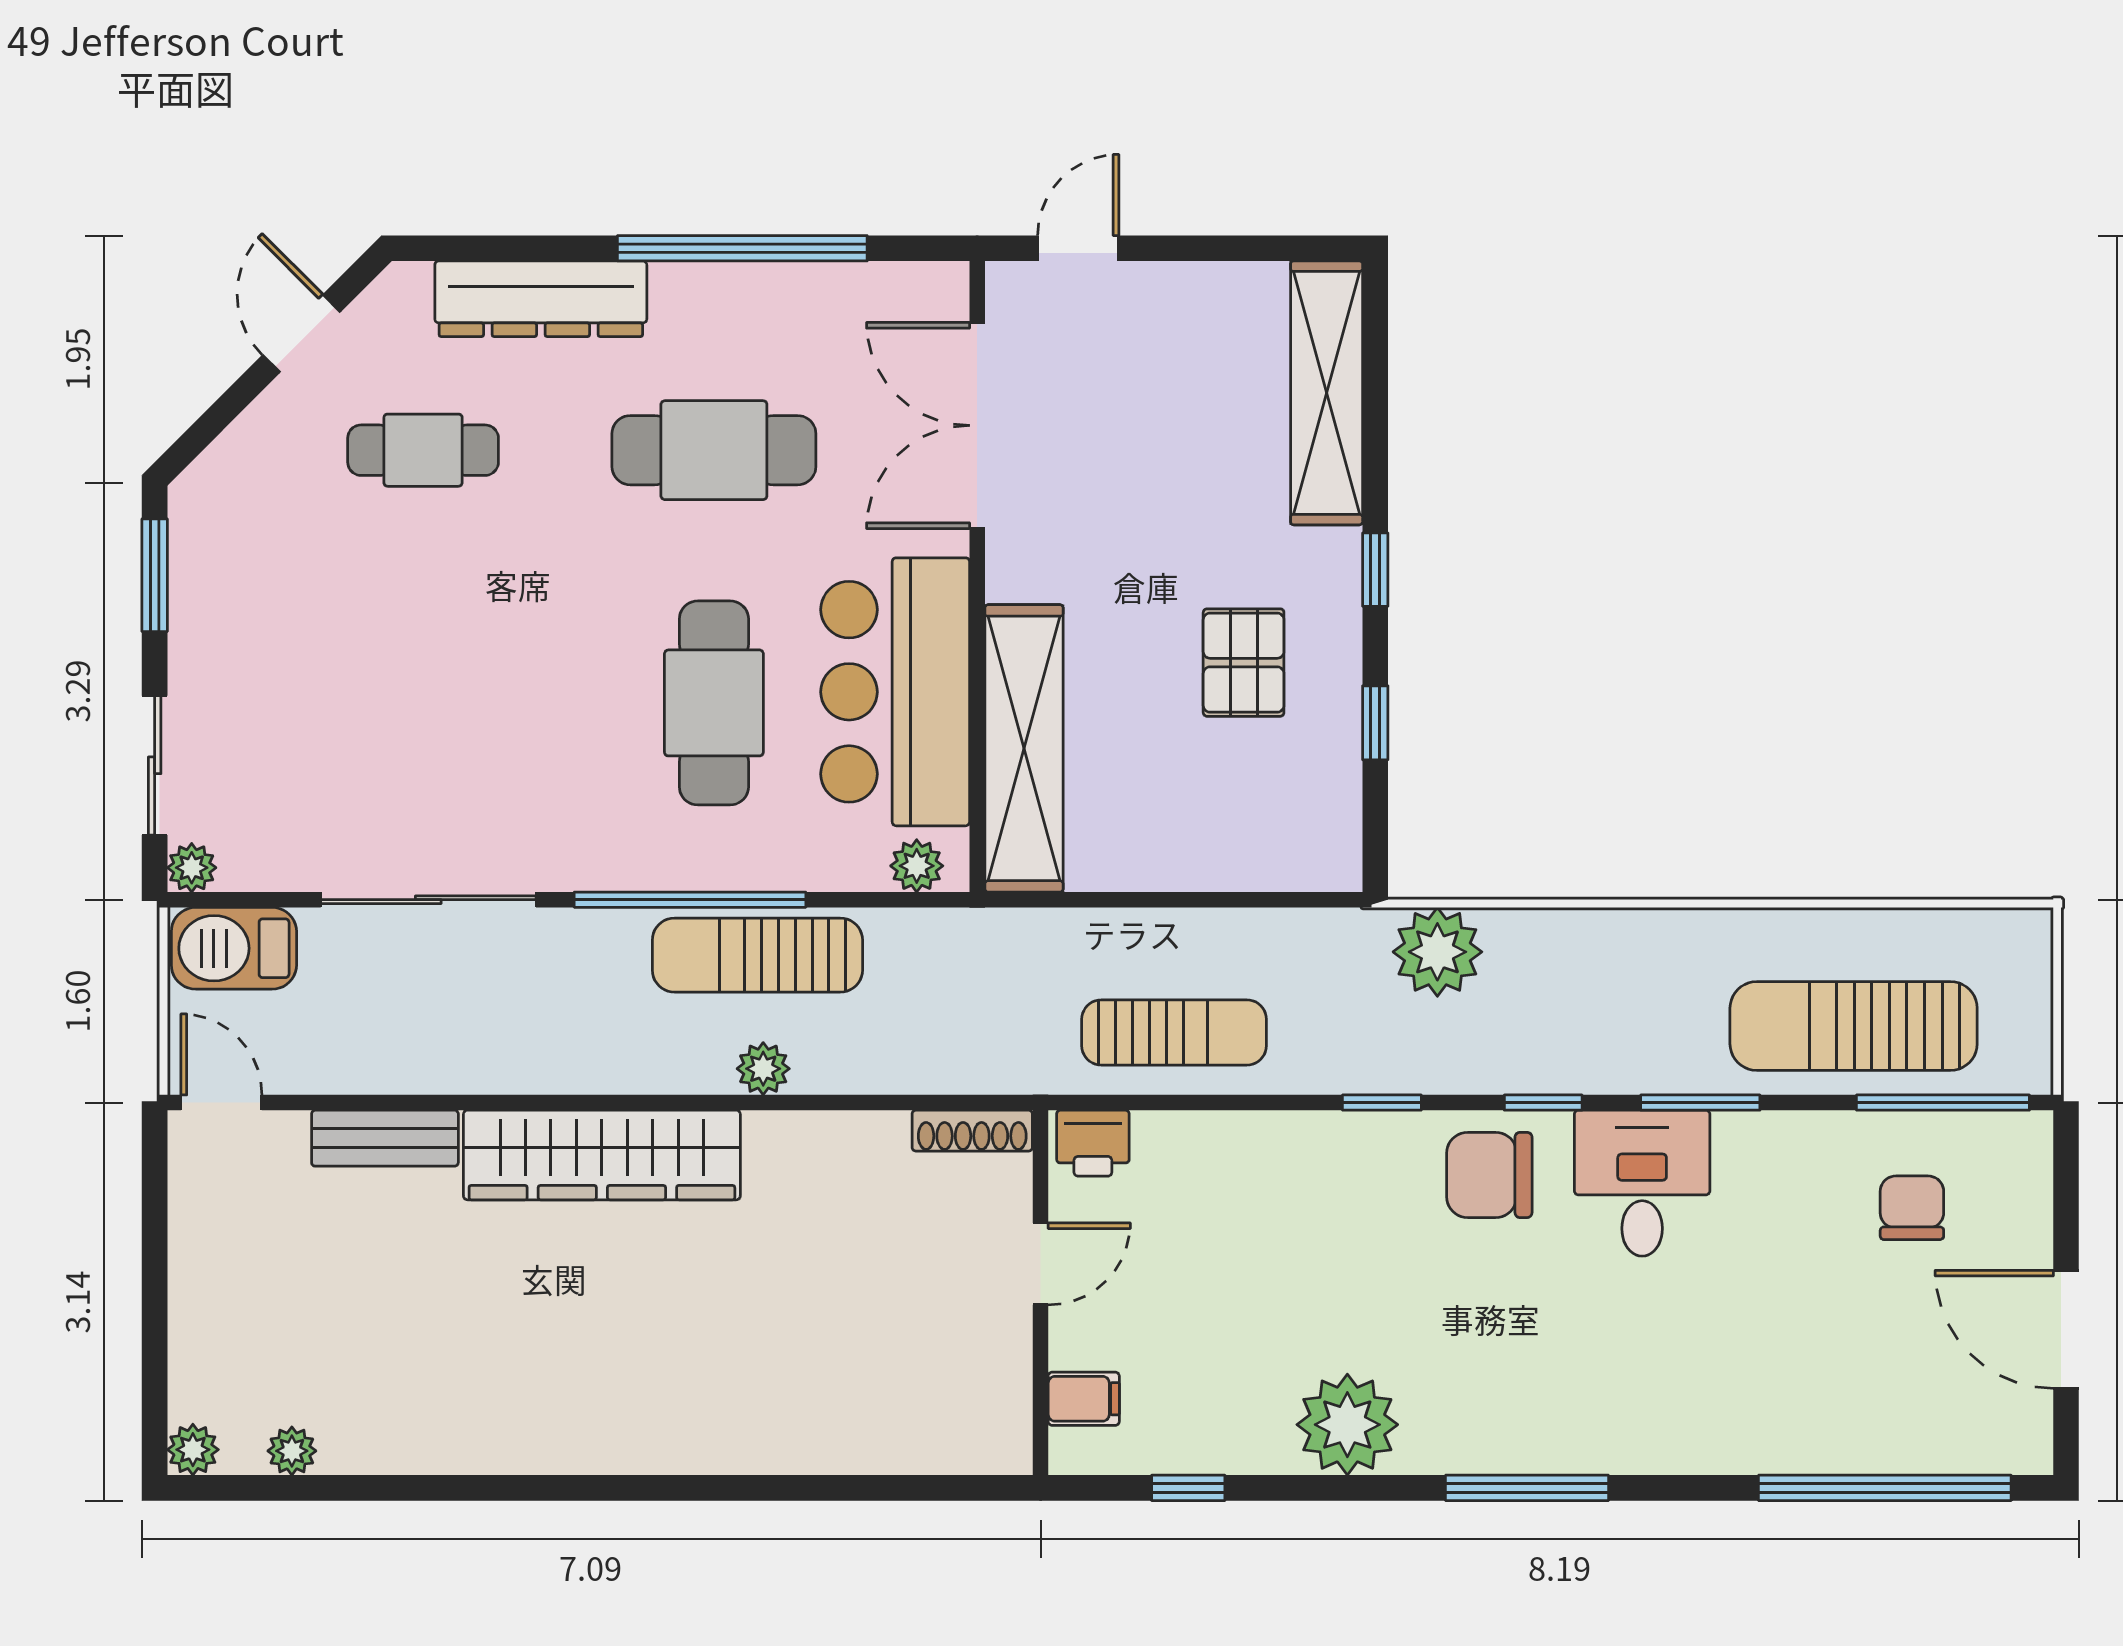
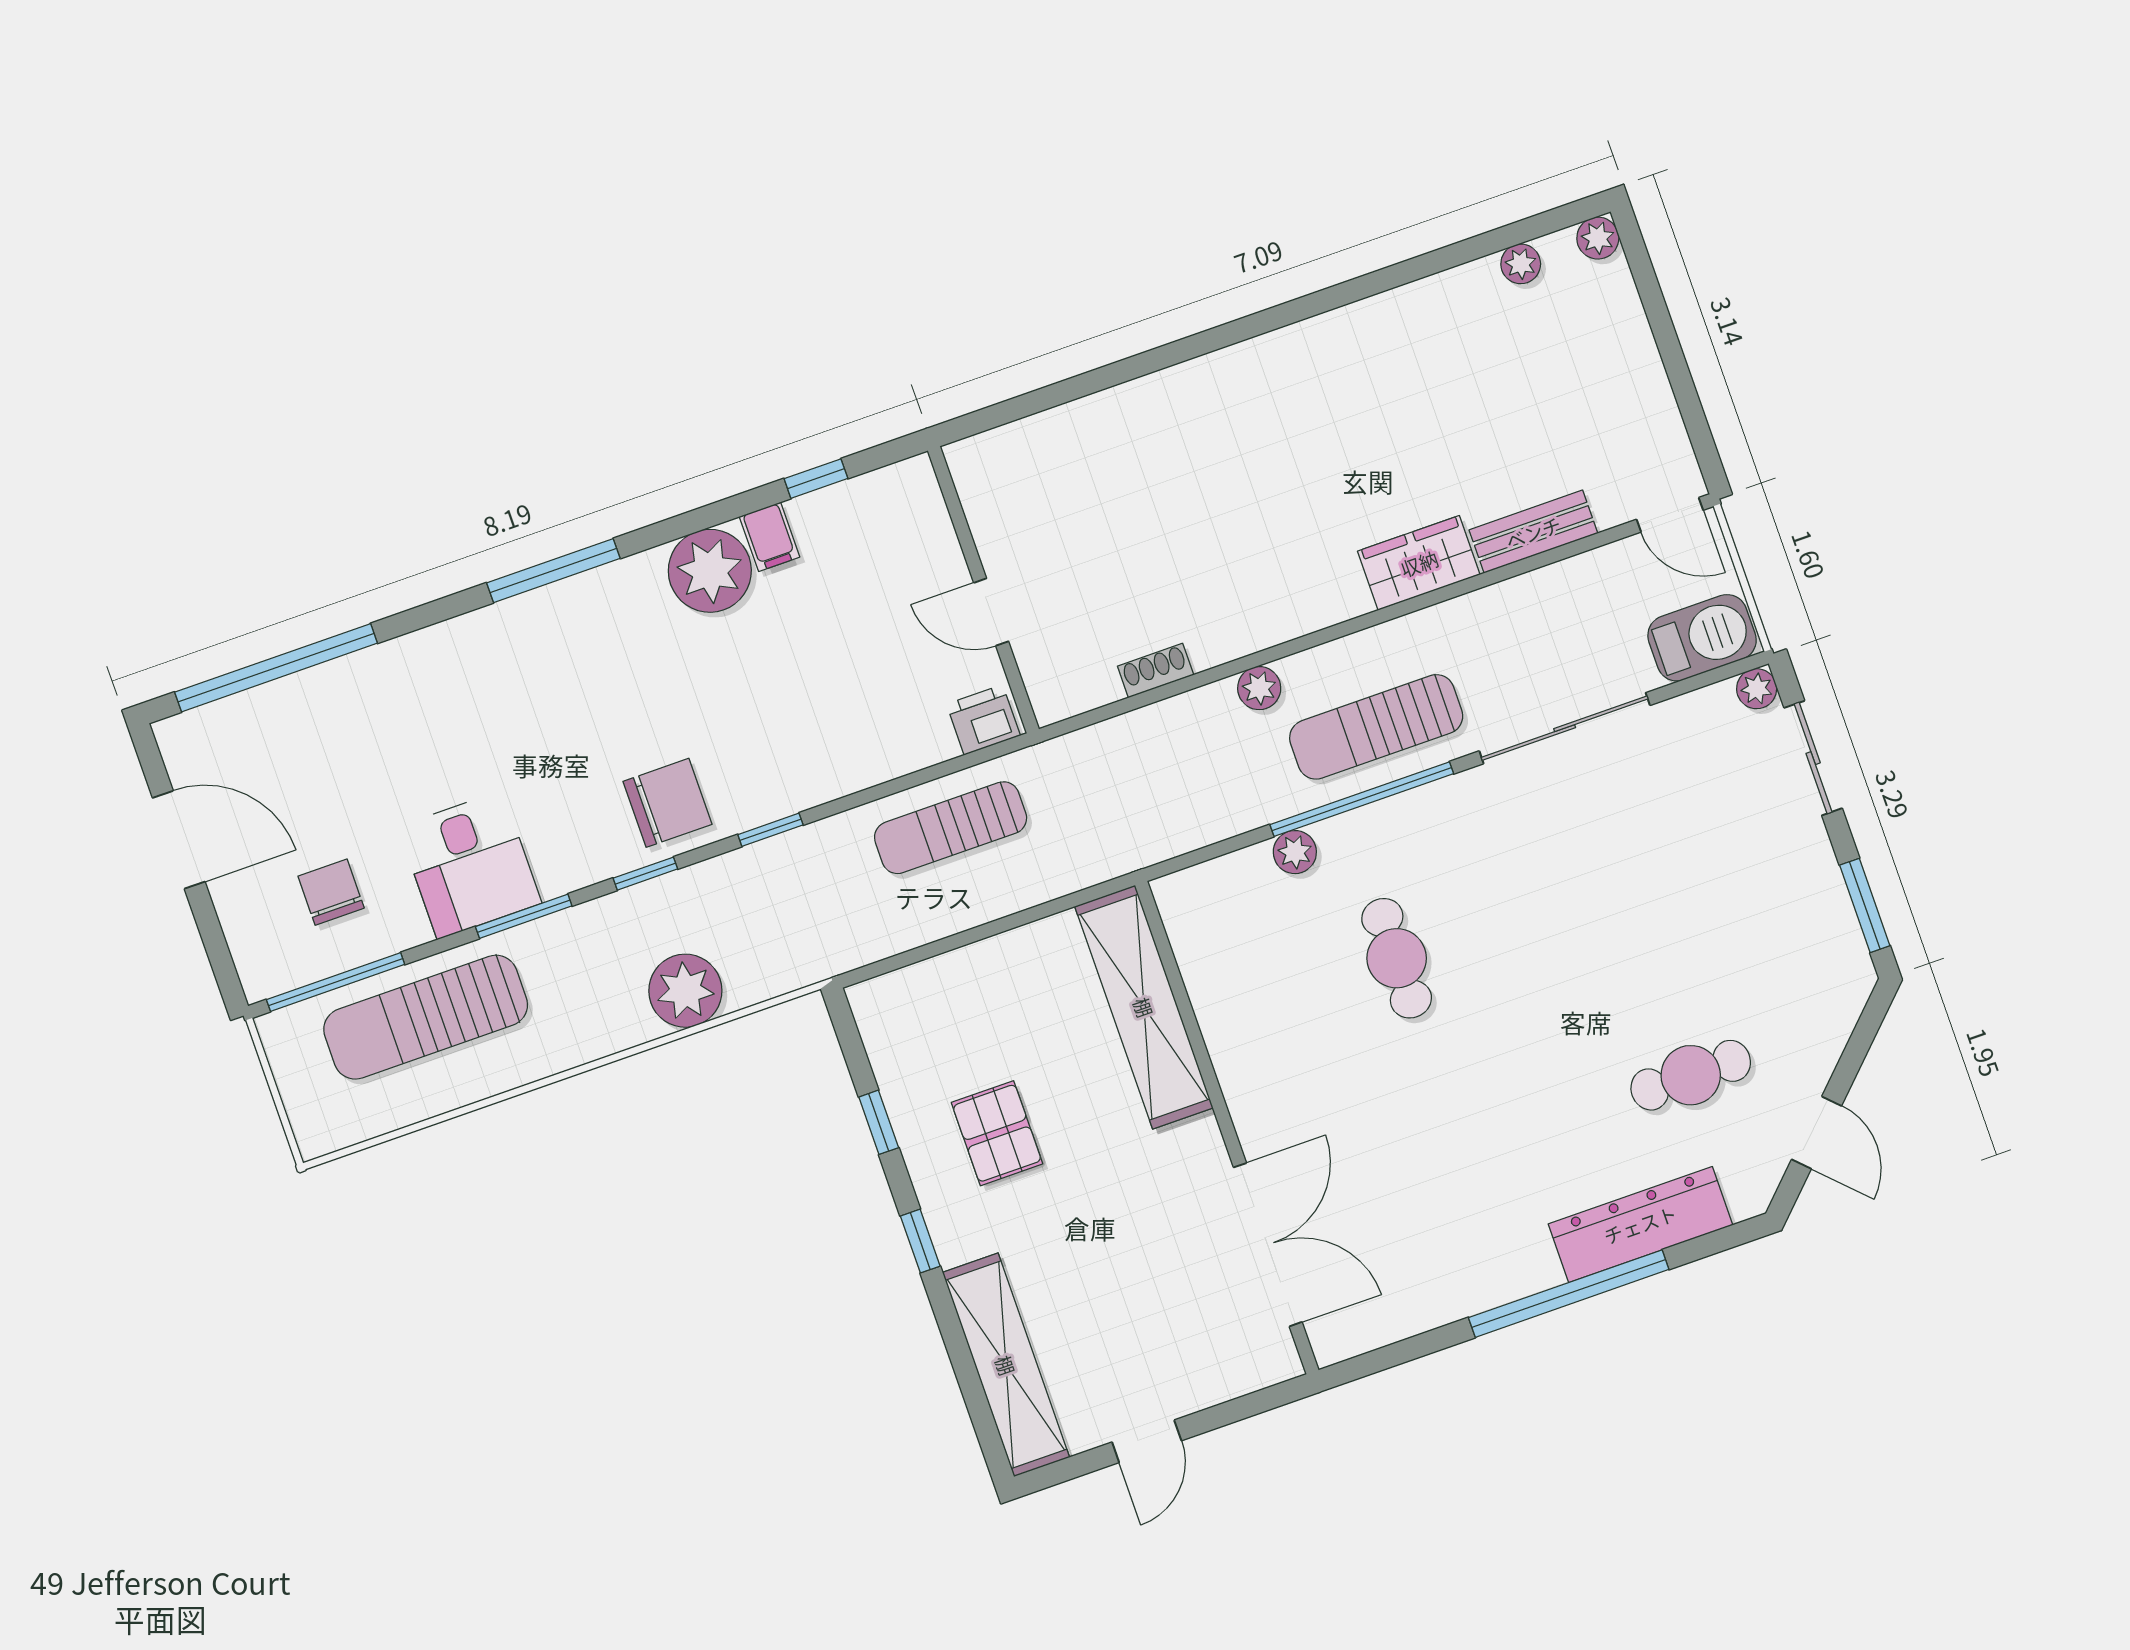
window: (742, 248) -> (1569, 1294), moved
door: (1078, 248) -> (1147, 1441), moved
cafe table: (714, 450) -> (1465, 1154), removed
bar counter: (895, 692) -> (1259, 1016), removed
cafe table: (714, 703) -> (1397, 958), width x0.73, depth x0.74
plant: (917, 866) -> (1295, 852), moved
plant: (1437, 952) -> (685, 991), moved
sun lounger: (757, 955) -> (1376, 727), moved, turned 180
sun lounger: (1854, 1026) -> (426, 1017), turned 180
shoe rack: (972, 1131) -> (1156, 671), moved, width x0.70
wardrobe: (602, 1155) -> (1419, 563), width x0.48, depth x0.85
desk: (1642, 1183) -> (470, 865), moved
chair: (1912, 1208) -> (331, 892), turned 180
door: (1041, 1264) -> (991, 612), hinge flipped
filing cabinet: (1084, 1399) -> (770, 537), moved, turned -90

